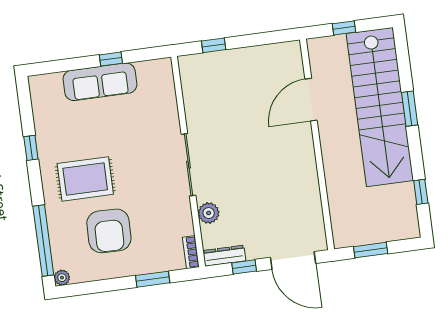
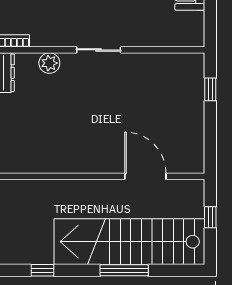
window: (410, 109) -> (124, 270), width x1.44
sliding door: (189, 165) -> (99, 50), width x0.73

